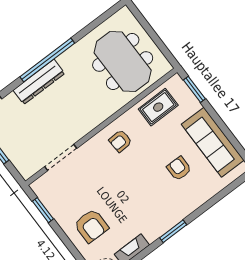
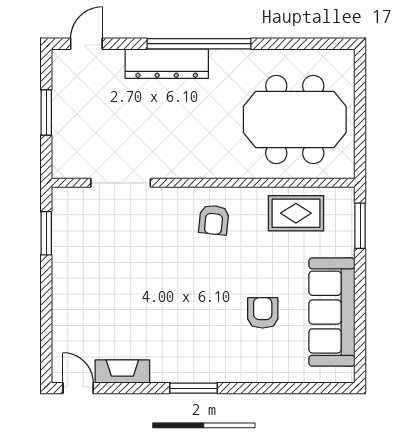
meeting table: (123, 61) -> (295, 120), turned 90
armchair: (120, 141) -> (214, 220), turned -81
armchair: (91, 226) -> (93, 301), removed

